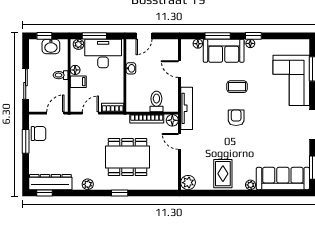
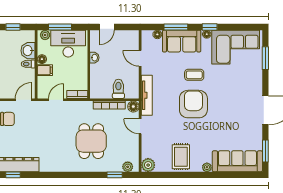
washbasin: (51, 47) -> (28, 51), moved, turned 90
corner sofa: (291, 80) -> (236, 47), moved, turned -90
armchair: (236, 118) -> (193, 104), width x1.88, depth x1.88
dining table: (128, 157) -> (91, 141), width x0.73
plant: (88, 184) -> (128, 167), moved
window: (120, 193) -> (115, 175), moved

